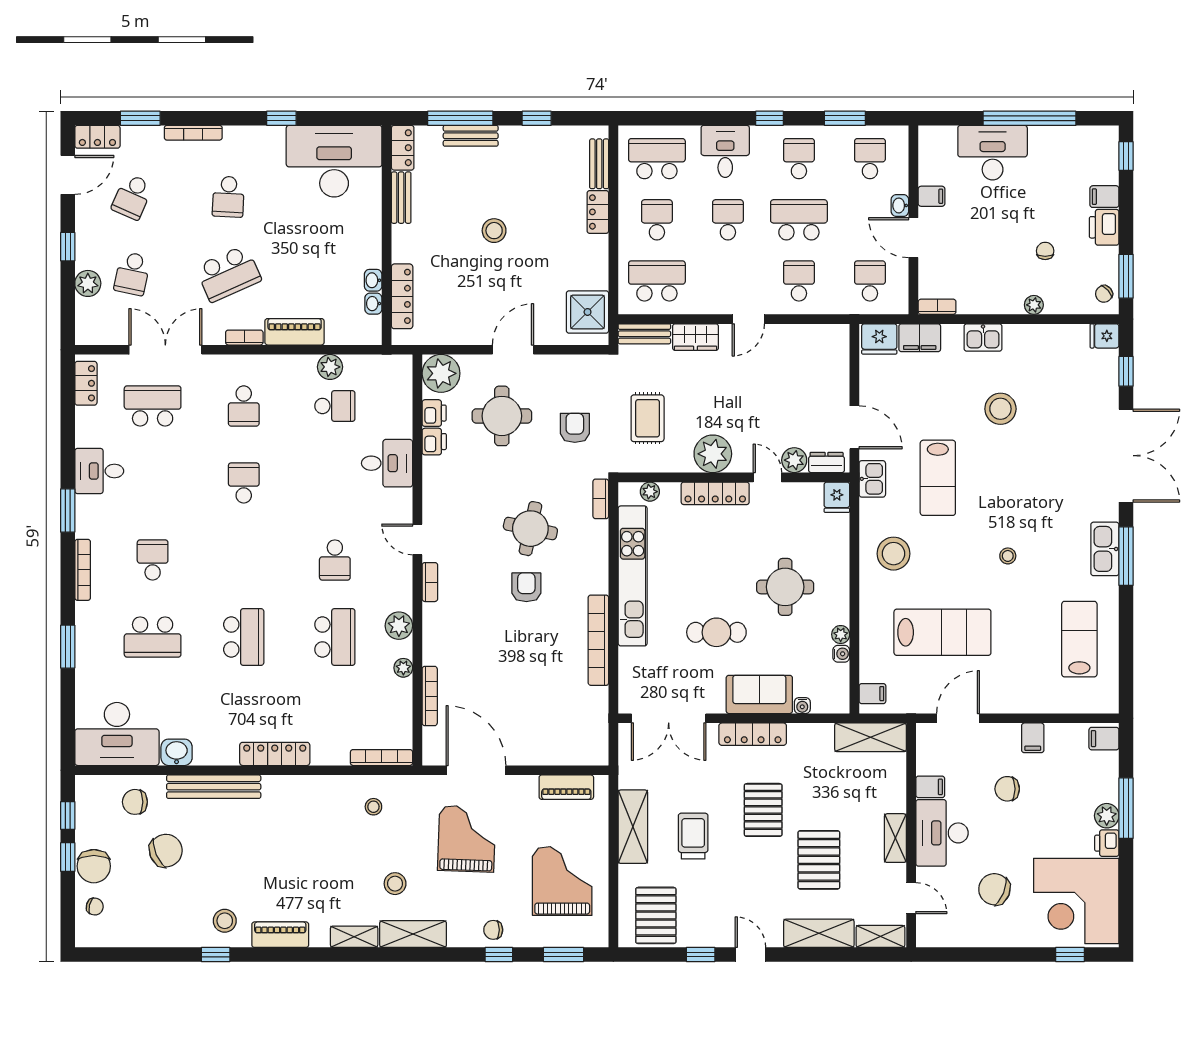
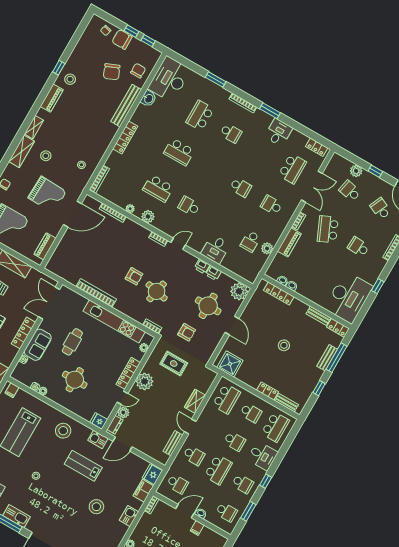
bench: (644, 334) -> (173, 443), moved
printer: (434, 413) -> (202, 266), moved

